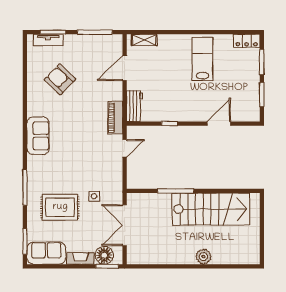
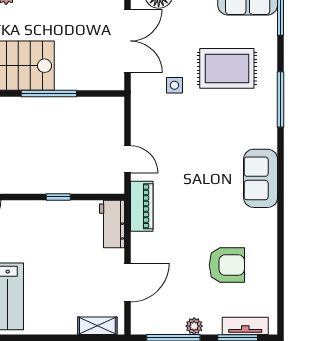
plant: (81, 40) -> (194, 326), added
armchair: (60, 79) -> (227, 265), turned -44
door: (125, 148) -> (127, 159), swing flipped

